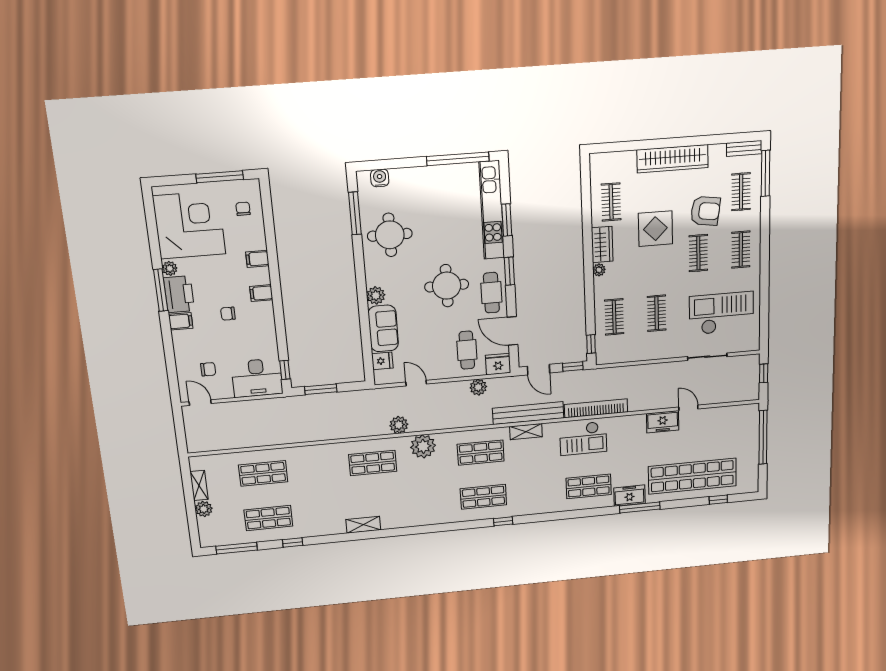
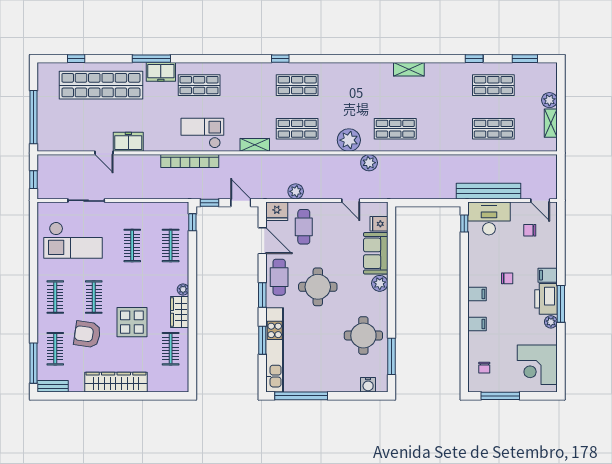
corner desk: (189, 225) -> (537, 365), width x0.74, depth x0.74
window: (321, 389) -> (435, 203), removed
bench: (528, 413) -> (488, 191), moved
window: (237, 548) -> (525, 59), width x0.69

